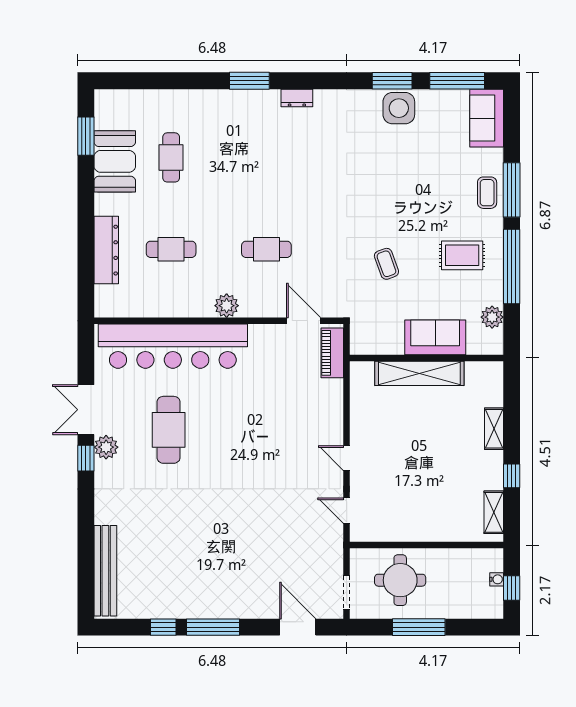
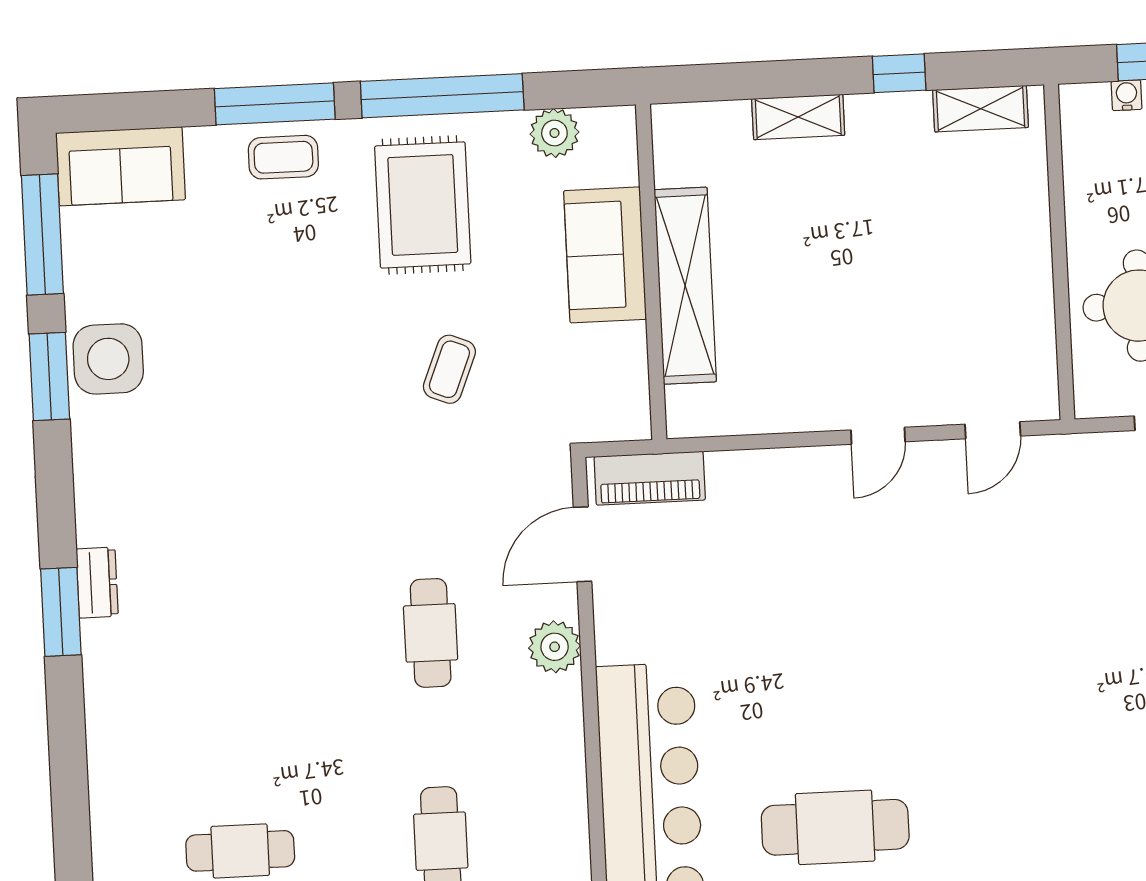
window: (249, 81) -> (61, 612), moved
rug: (462, 255) -> (423, 205), width x1.36, depth x1.43
coffee table: (386, 264) -> (449, 369), turned -48
plant: (227, 306) -> (555, 647), moved

